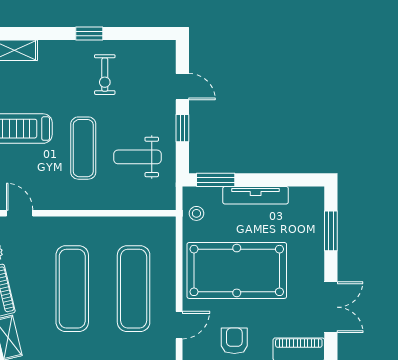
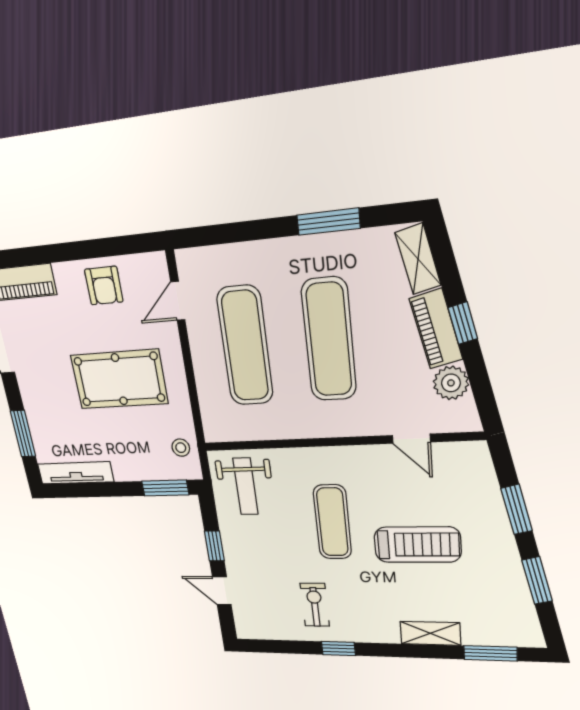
weight bench: (138, 157) -> (246, 486), moved, turned 90
tv unit: (256, 195) -> (76, 473), moved
pool table: (237, 270) -> (119, 379), width x0.73, depth x0.76

